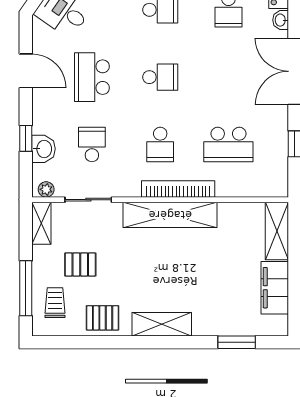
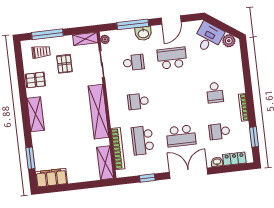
school desk: (160, 77) -> (181, 136), moved, width x1.85
window: (26, 138) -> (133, 24), width x2.17
washbasin: (44, 149) -> (143, 33), moved
bookcase: (178, 189) -> (118, 149), moved
shelving: (277, 231) -> (105, 163), moved, turned 90
filing cabinet: (275, 288) -> (51, 178), moved
pallet: (103, 318) -> (35, 80), turned 90

